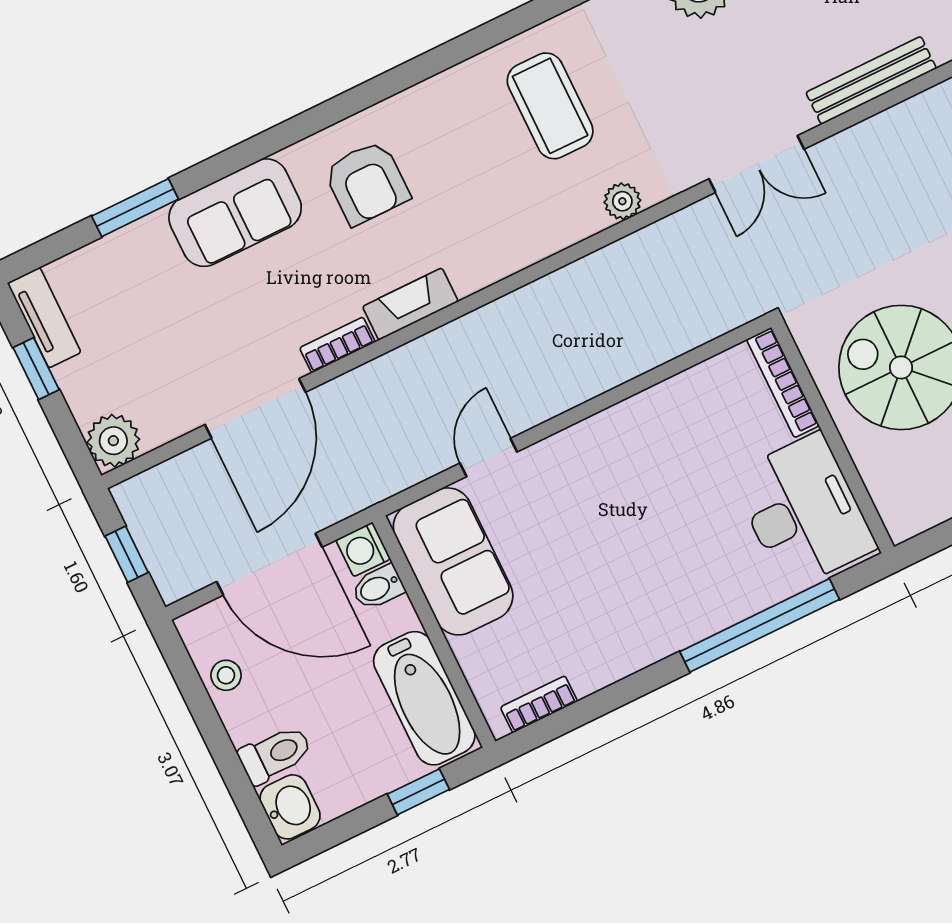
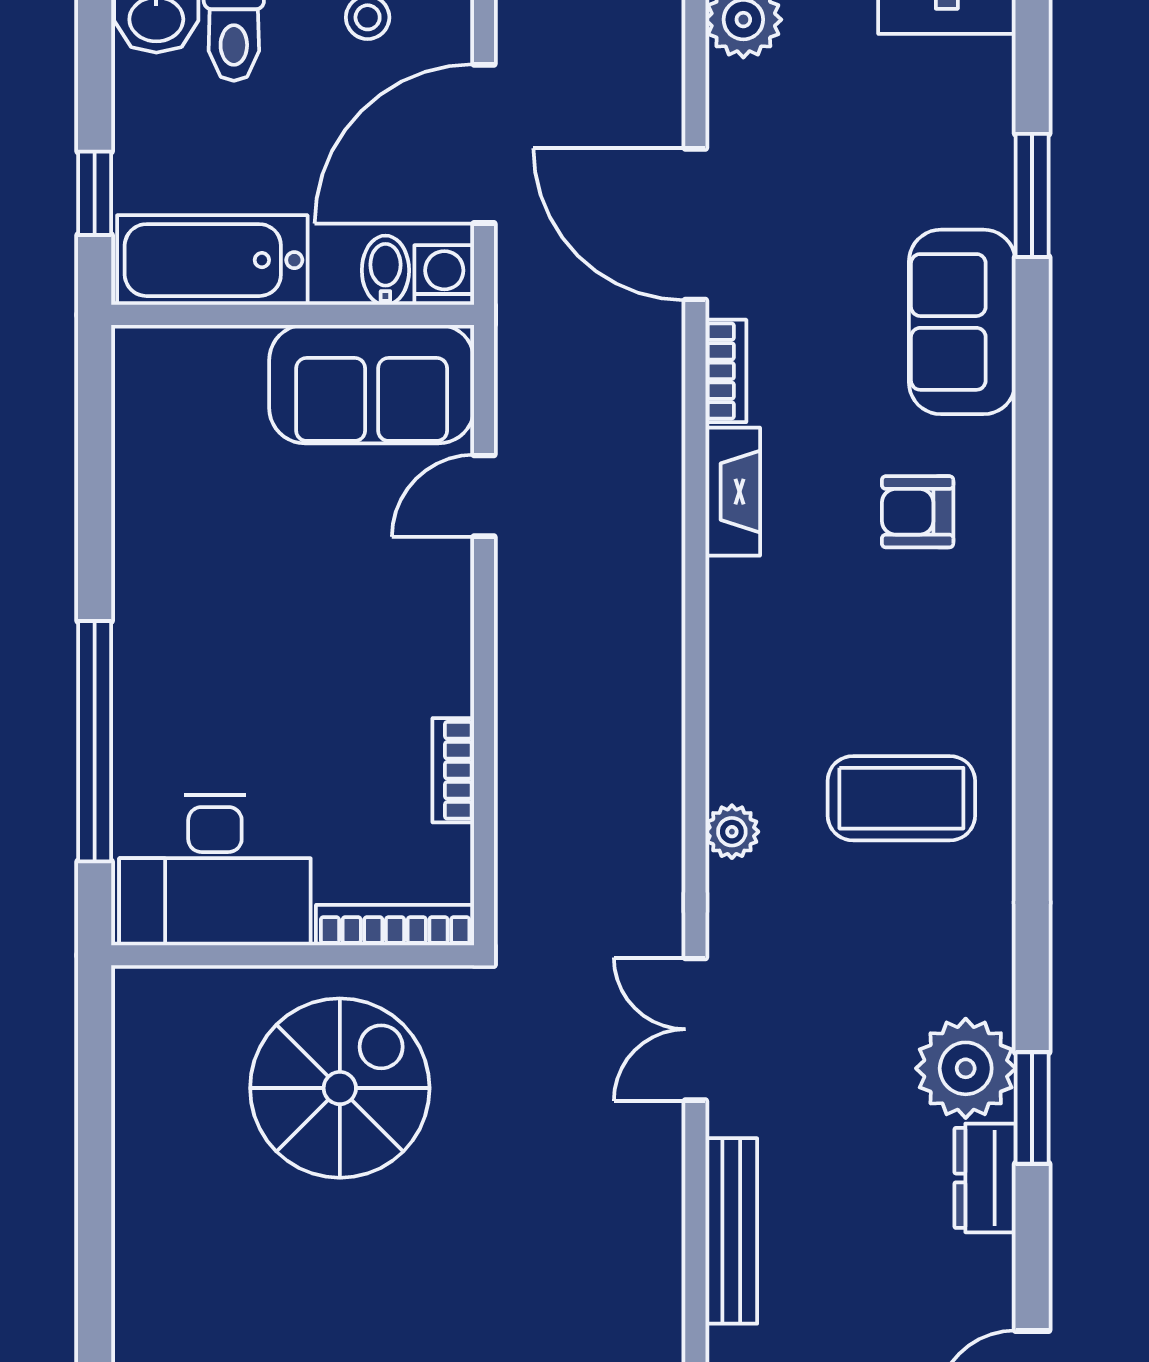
armchair: (367, 183) -> (918, 512), width x0.72, depth x0.72
door: (488, 457) -> (484, 496), swing flipped
bookcase: (539, 704) -> (453, 770), moved, turned 180

